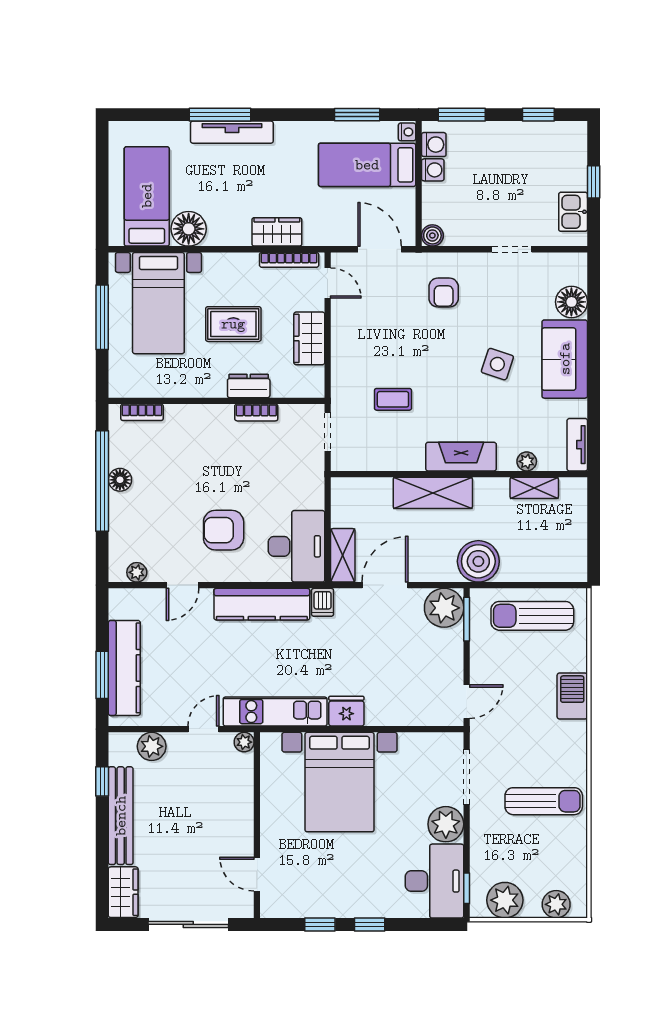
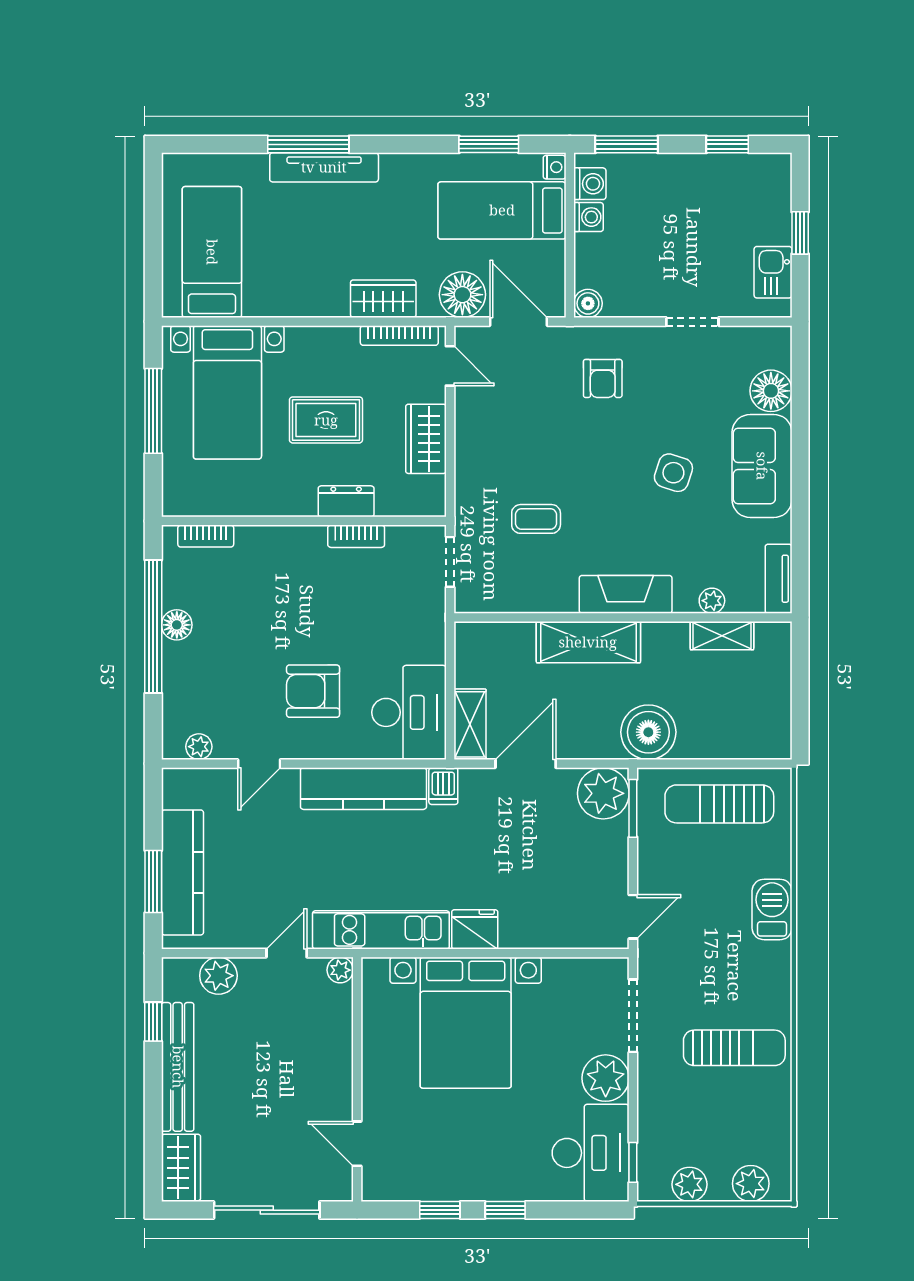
floor lamp: (189, 229) -> (462, 295), moved
plant: (505, 900) -> (690, 1184), width x0.73, depth x0.73

